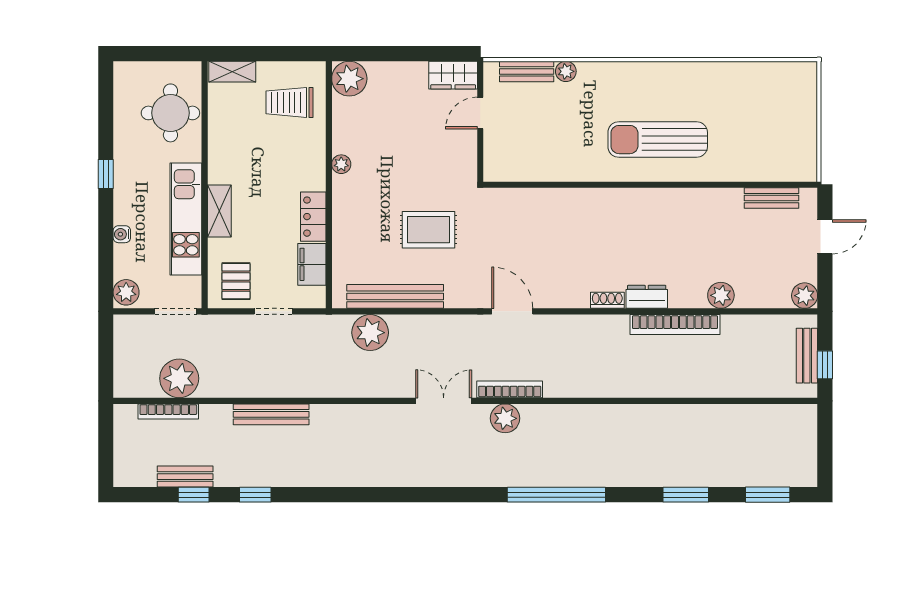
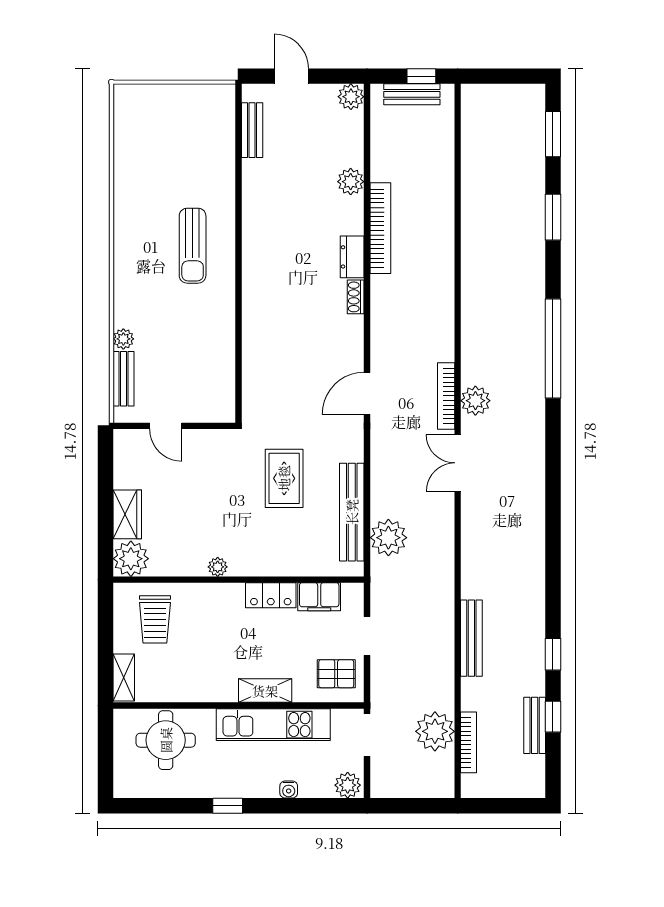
wardrobe: (453, 75) -> (127, 514), moved
sun lounger: (658, 140) -> (193, 246), width x0.73, depth x0.75

